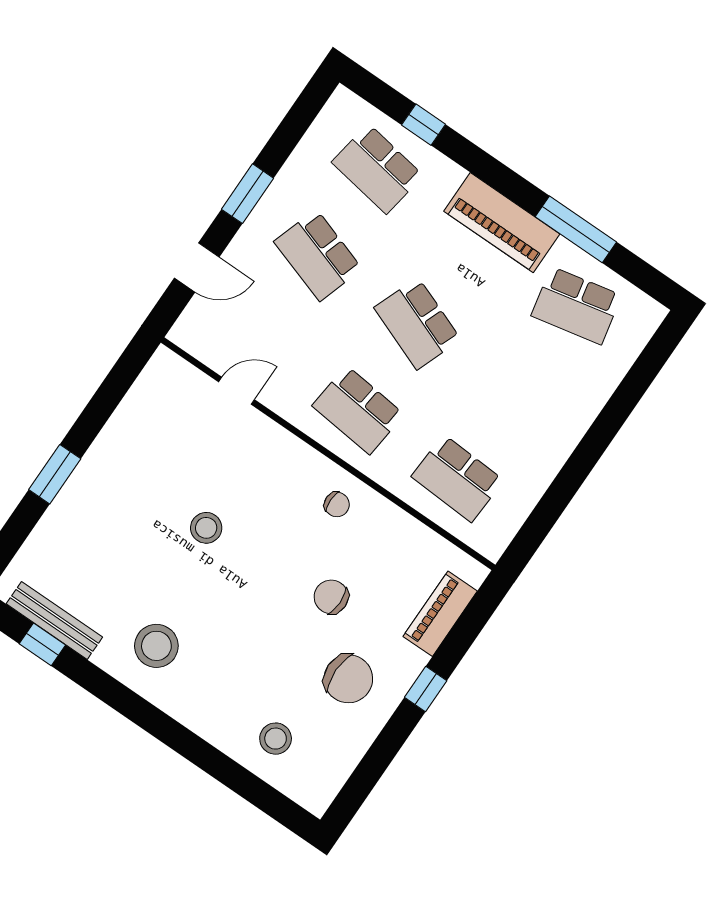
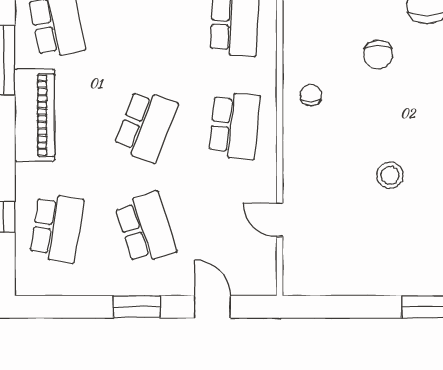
school desk: (318, 255) -> (146, 228), turned -36

